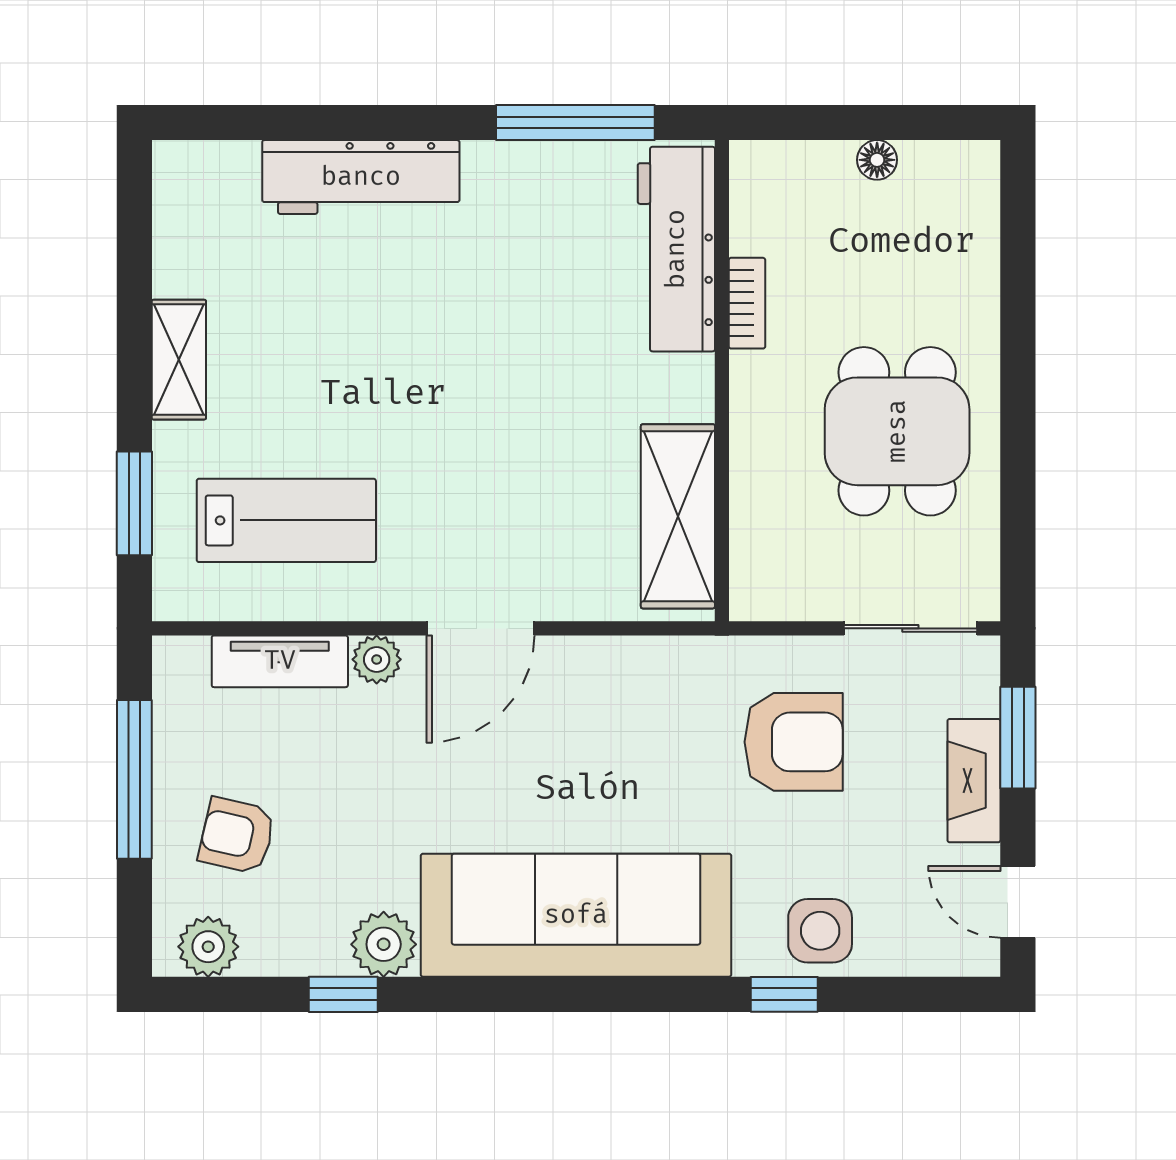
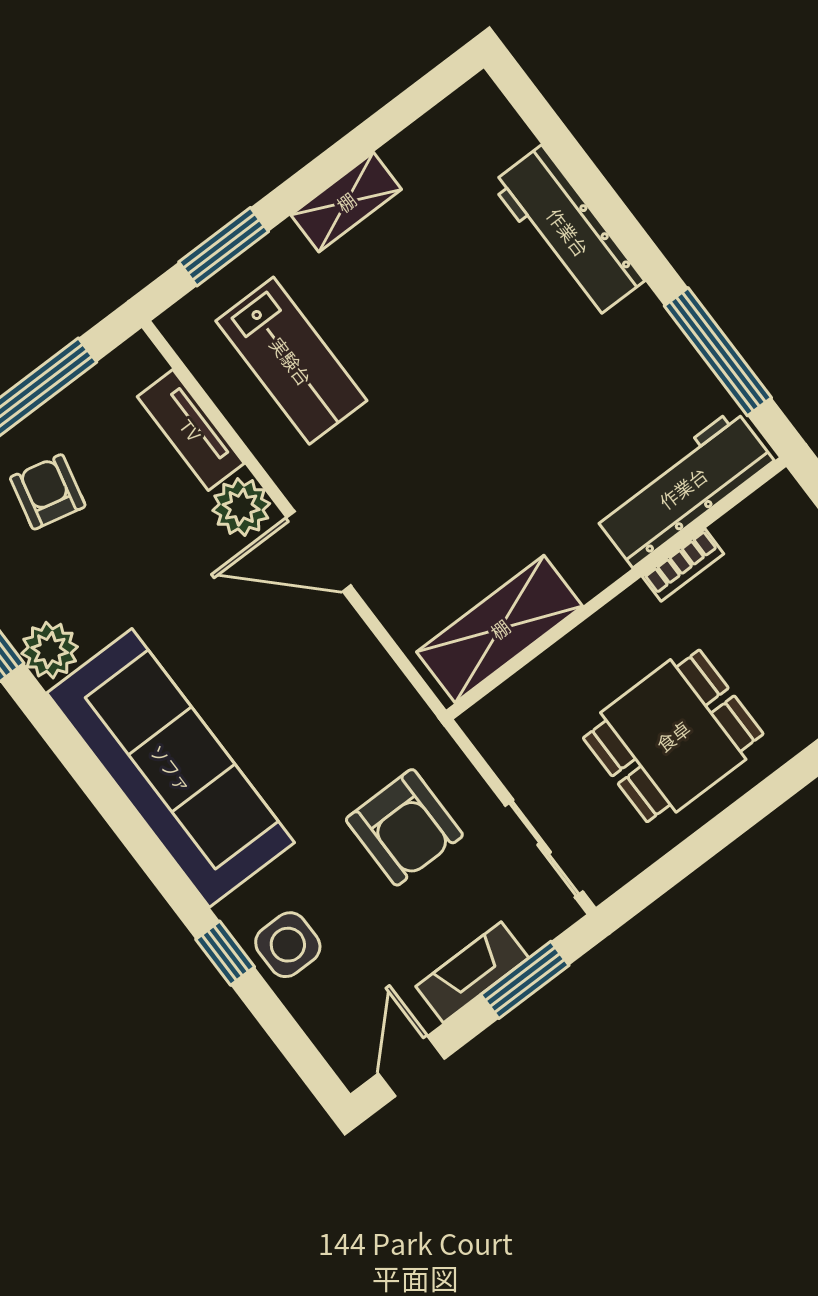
plant: (377, 659) -> (241, 507), width x1.38, depth x1.38

